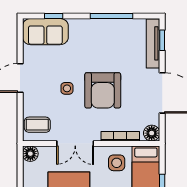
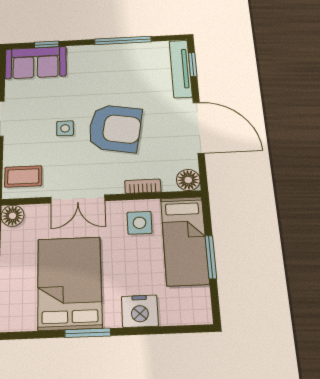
armchair: (103, 90) -> (115, 128), turned -80
bookcase: (120, 136) -> (143, 186), width x0.64

